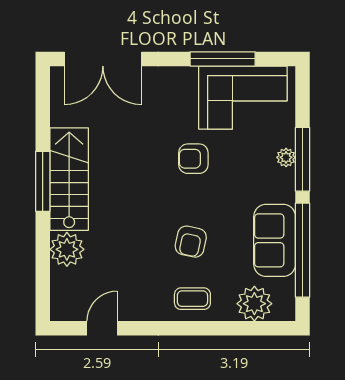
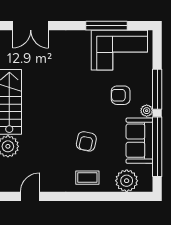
double door: (103, 59) -> (31, 26), width x0.73
plant: (286, 157) -> (147, 111), moved
armchair: (193, 159) -> (121, 95), moved

